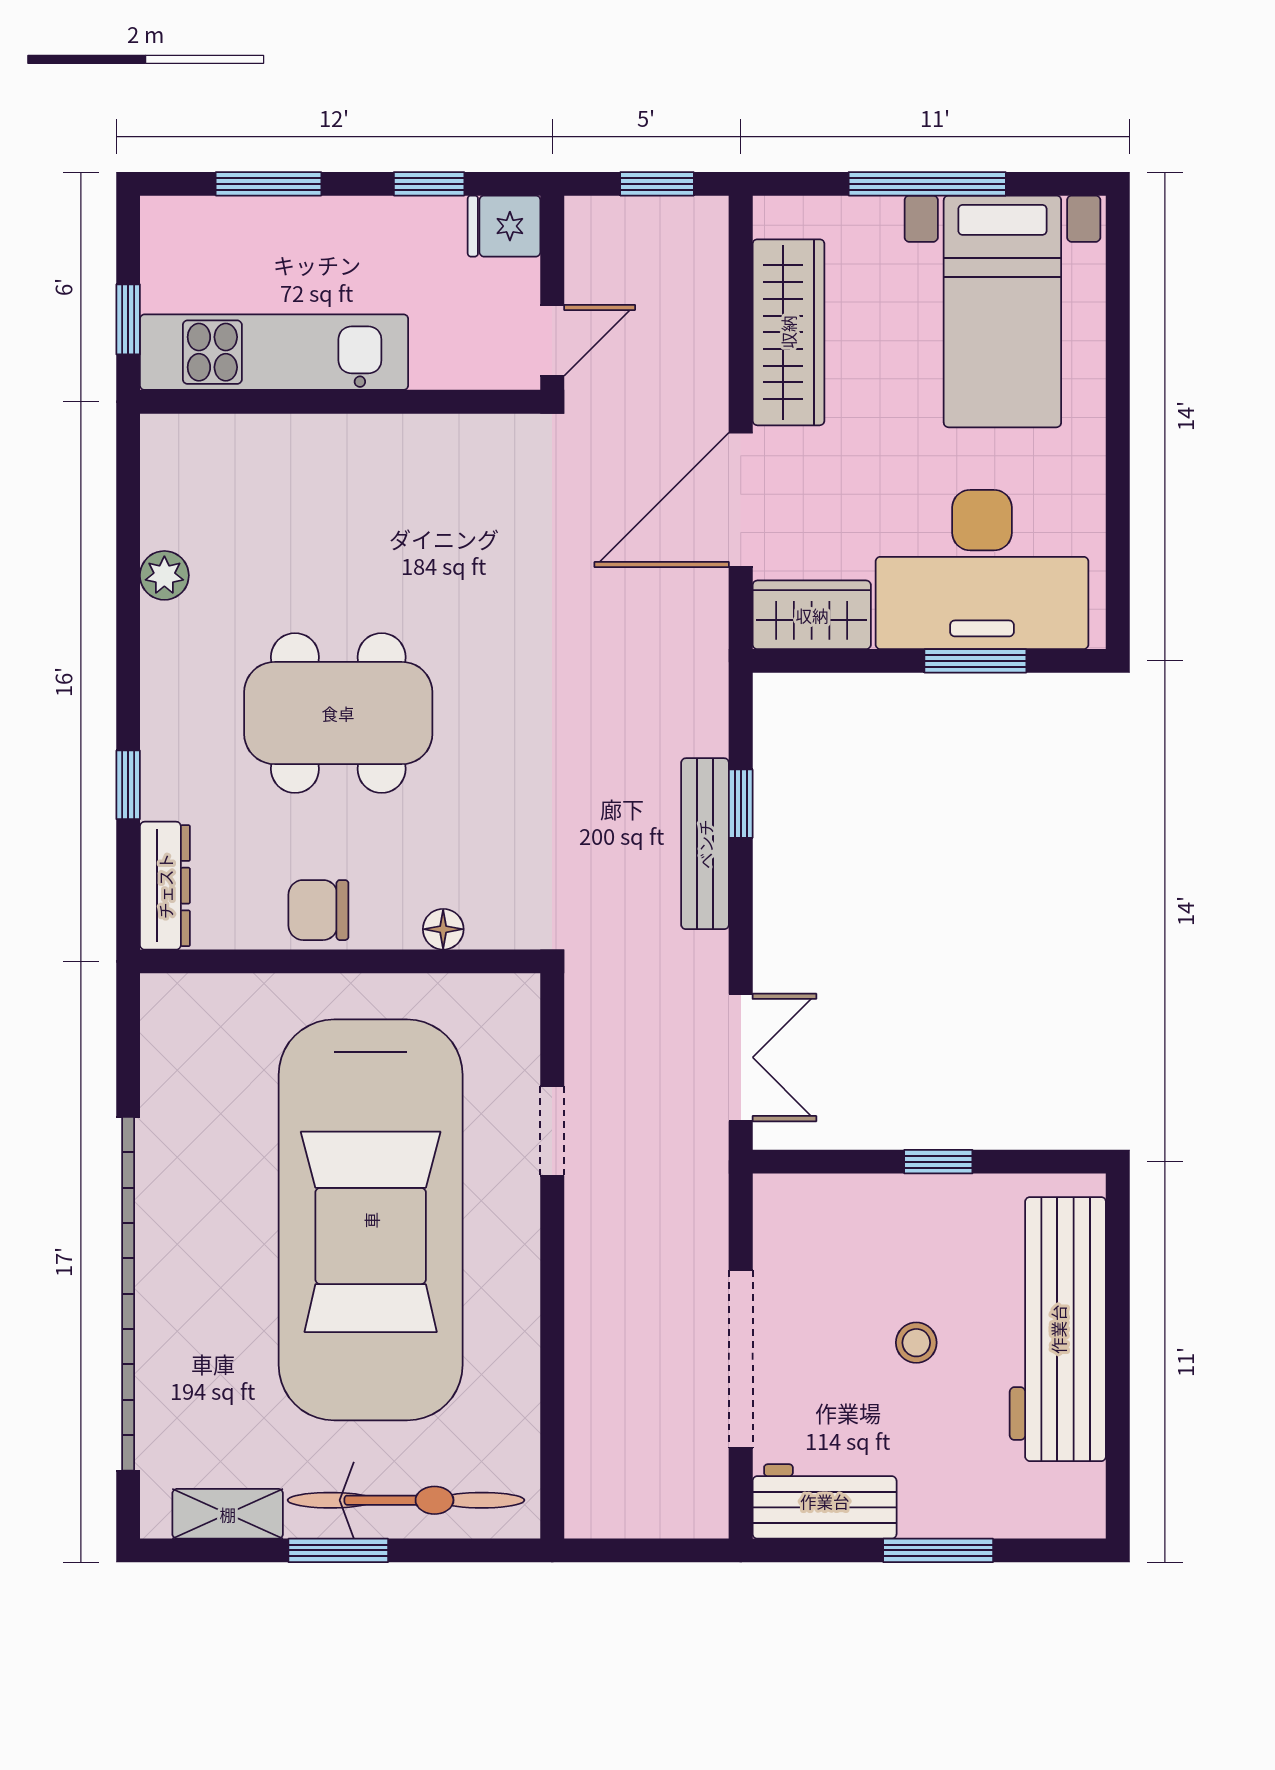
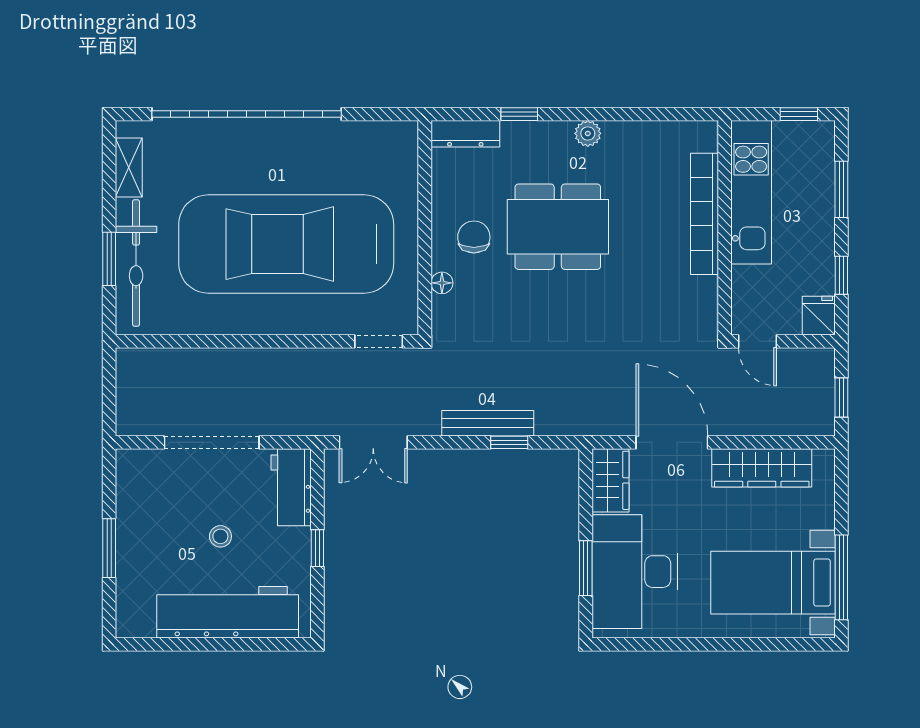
window: (927, 184) -> (841, 577), moved
window: (128, 319) -> (799, 114), moved
bookcase: (314, 439) -> (704, 214), added
plant: (164, 575) -> (588, 133), moved
dining table: (338, 713) -> (558, 227), turned 90
chair: (318, 910) -> (474, 237), moved
doorway: (552, 1131) -> (379, 341), moved
workbench: (825, 1501) -> (291, 487), moved, turned 180
window: (338, 1550) -> (109, 259), moved

